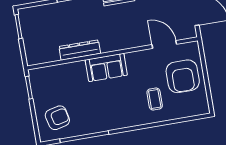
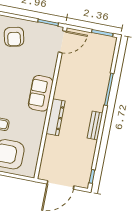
door: (164, 44) -> (62, 42), moved
dresser: (80, 50) -> (56, 117), moved

